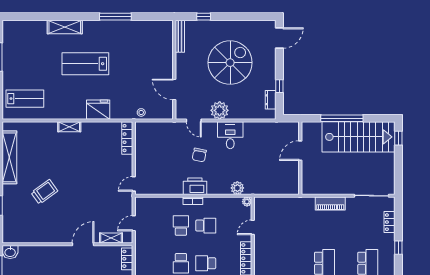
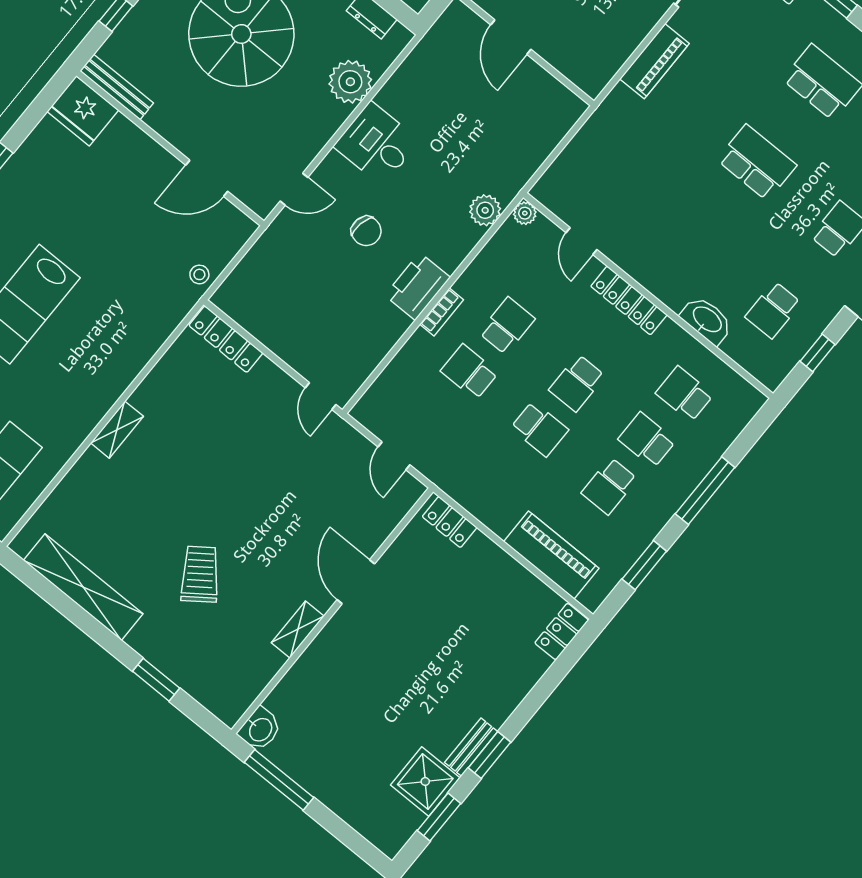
fridge: (98, 110) -> (83, 111), moved, turned -90
plant: (220, 110) -> (350, 82), moved
shelving: (111, 238) -> (298, 629), moved

